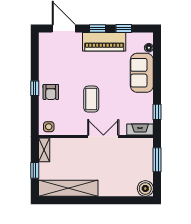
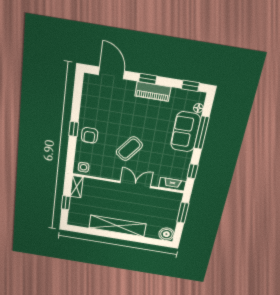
window: (124, 28) -> (190, 86), moved
piano: (104, 42) -> (153, 92), width x0.73, depth x0.75
window: (157, 71) -> (202, 133), added
coffee table: (91, 99) -> (129, 149), turned 37
shelving: (68, 188) -> (117, 226), moved

